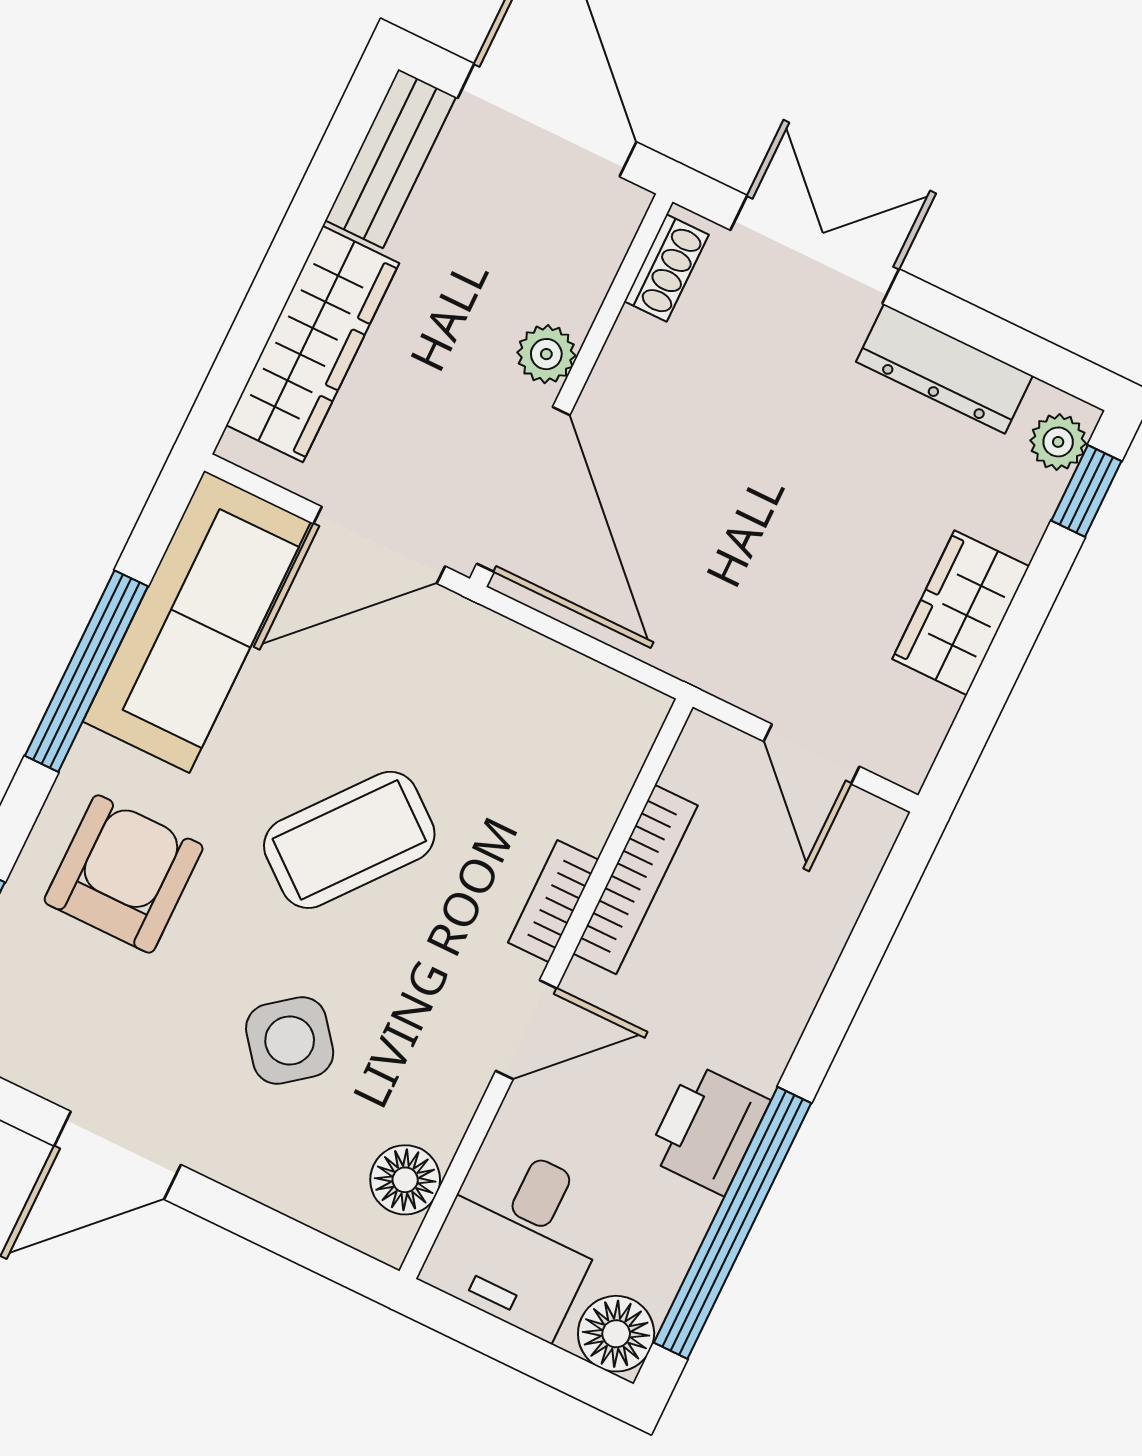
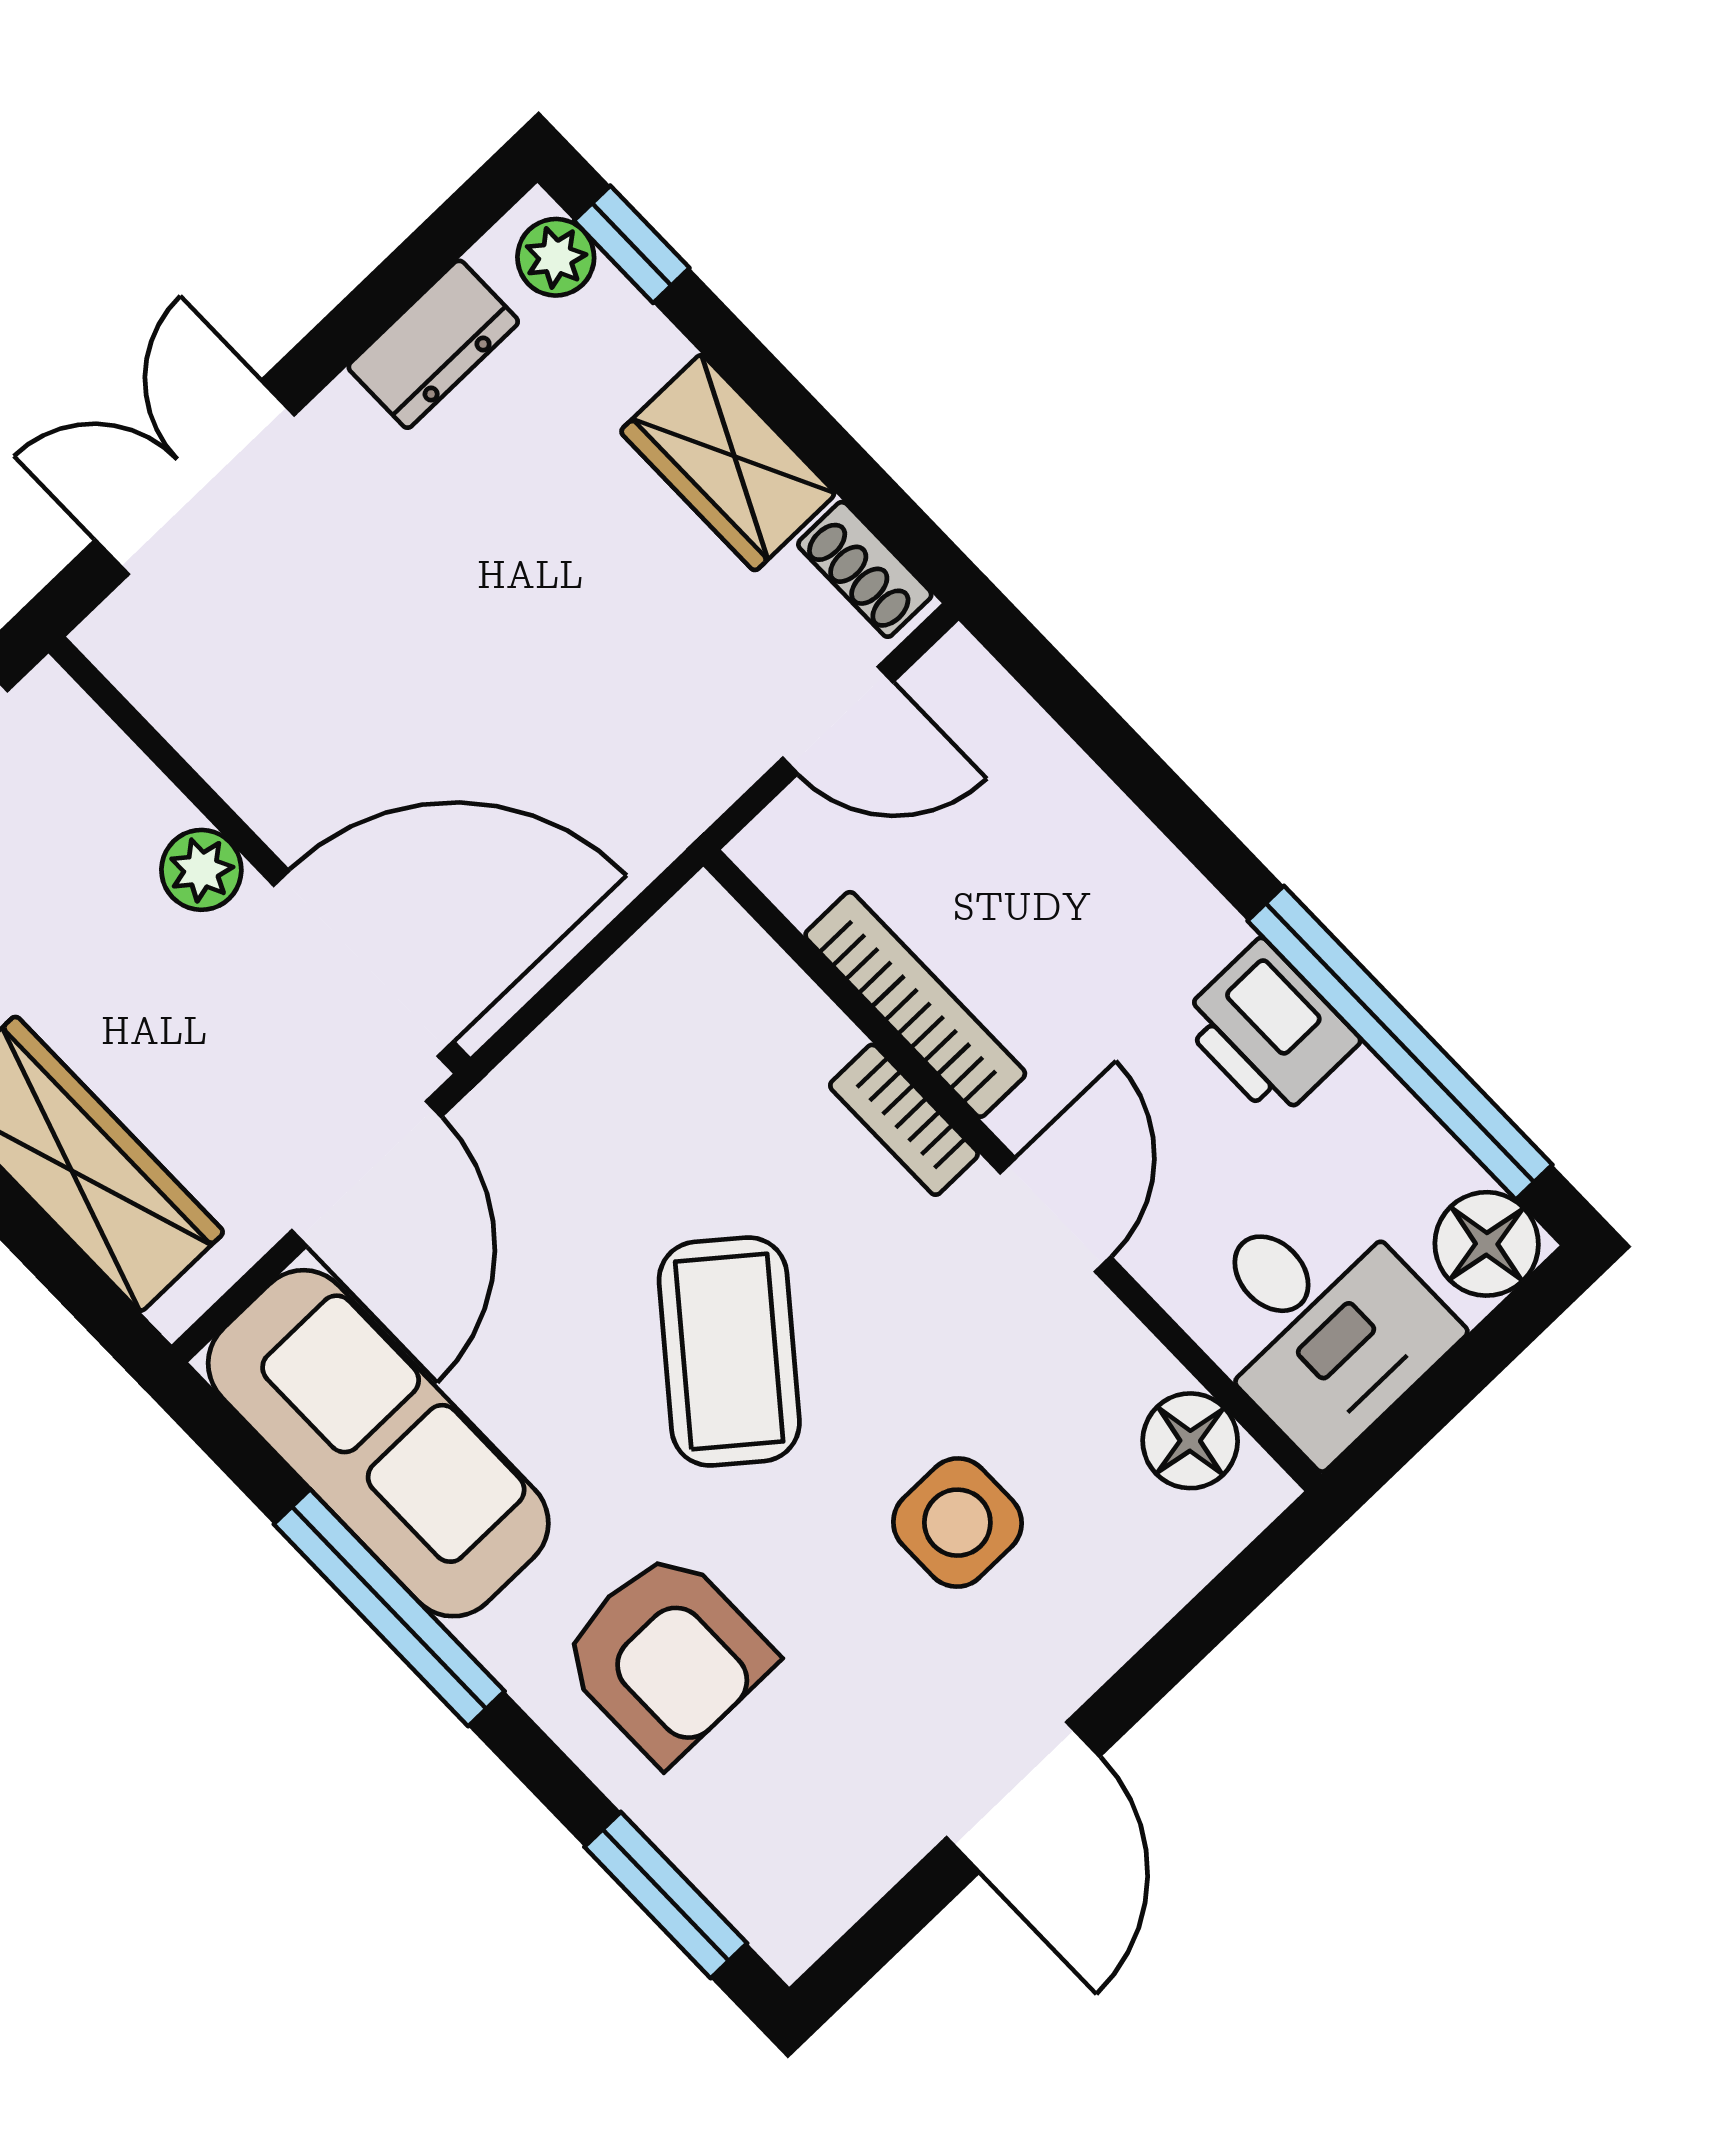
shoe rack: (666, 268) -> (865, 569), moved, turned 180
dresser: (944, 369) -> (433, 344), width x0.70
armchair: (124, 874) -> (666, 1656), turned 180
side table: (290, 1040) -> (957, 1523), turned 38

